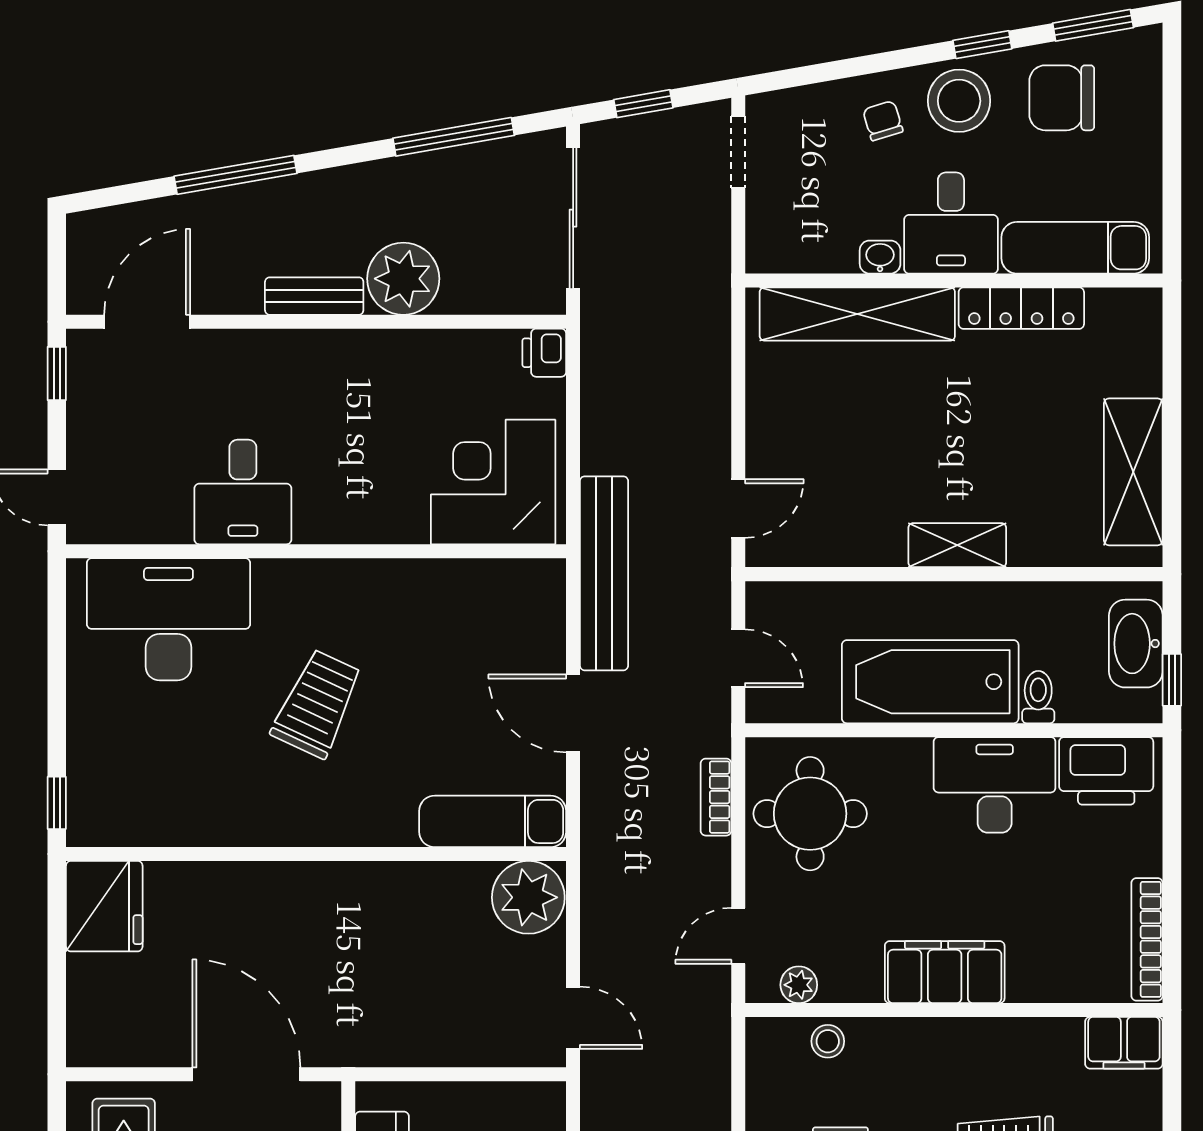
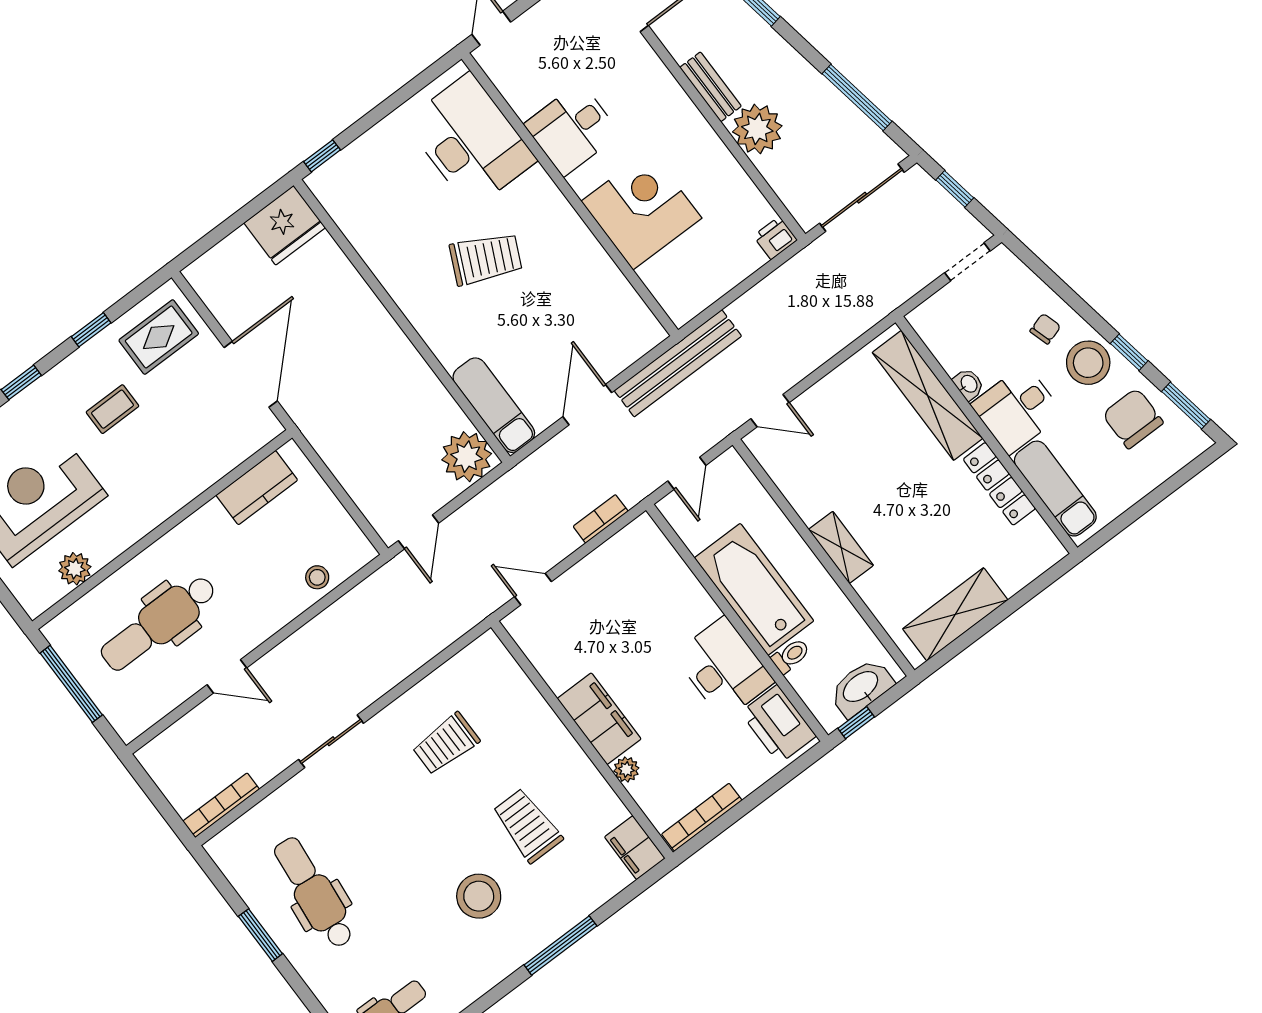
corner desk: (493, 482) -> (641, 210), moved
round table: (810, 814) -> (631, 578), removed
plant: (799, 985) -> (626, 769), moved
stool: (828, 1041) -> (512, 683), removed

